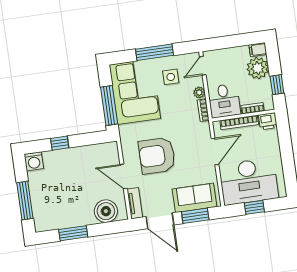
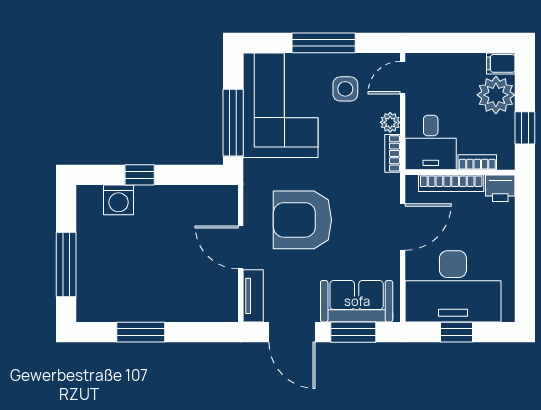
washing machine: (34, 161) -> (119, 200), moved
boiler: (106, 211) -> (202, 302), removed

